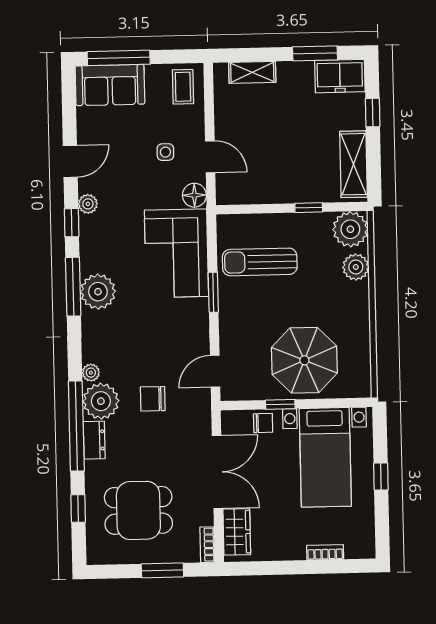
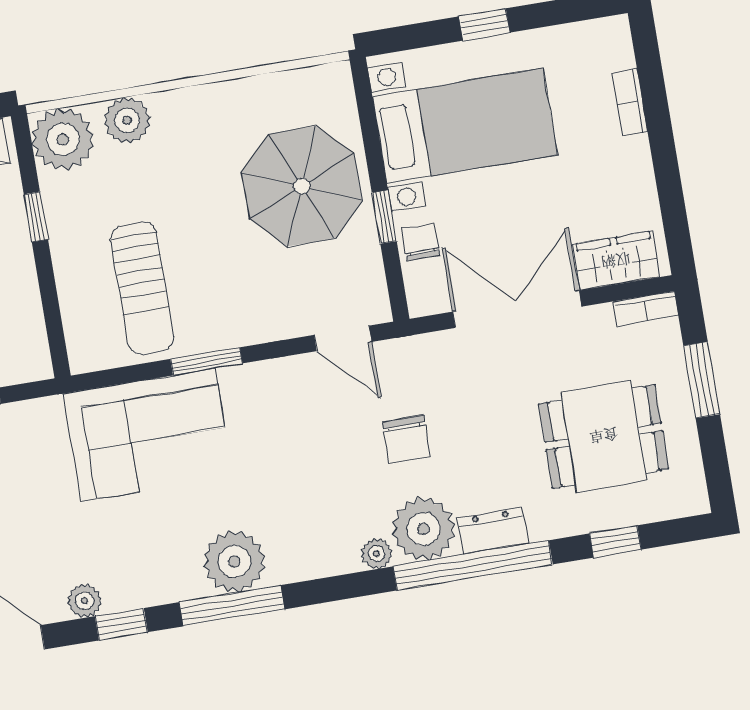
floor lamp: (194, 195) -> (43, 418), removed
dining table: (138, 510) -> (604, 436), turned 90

